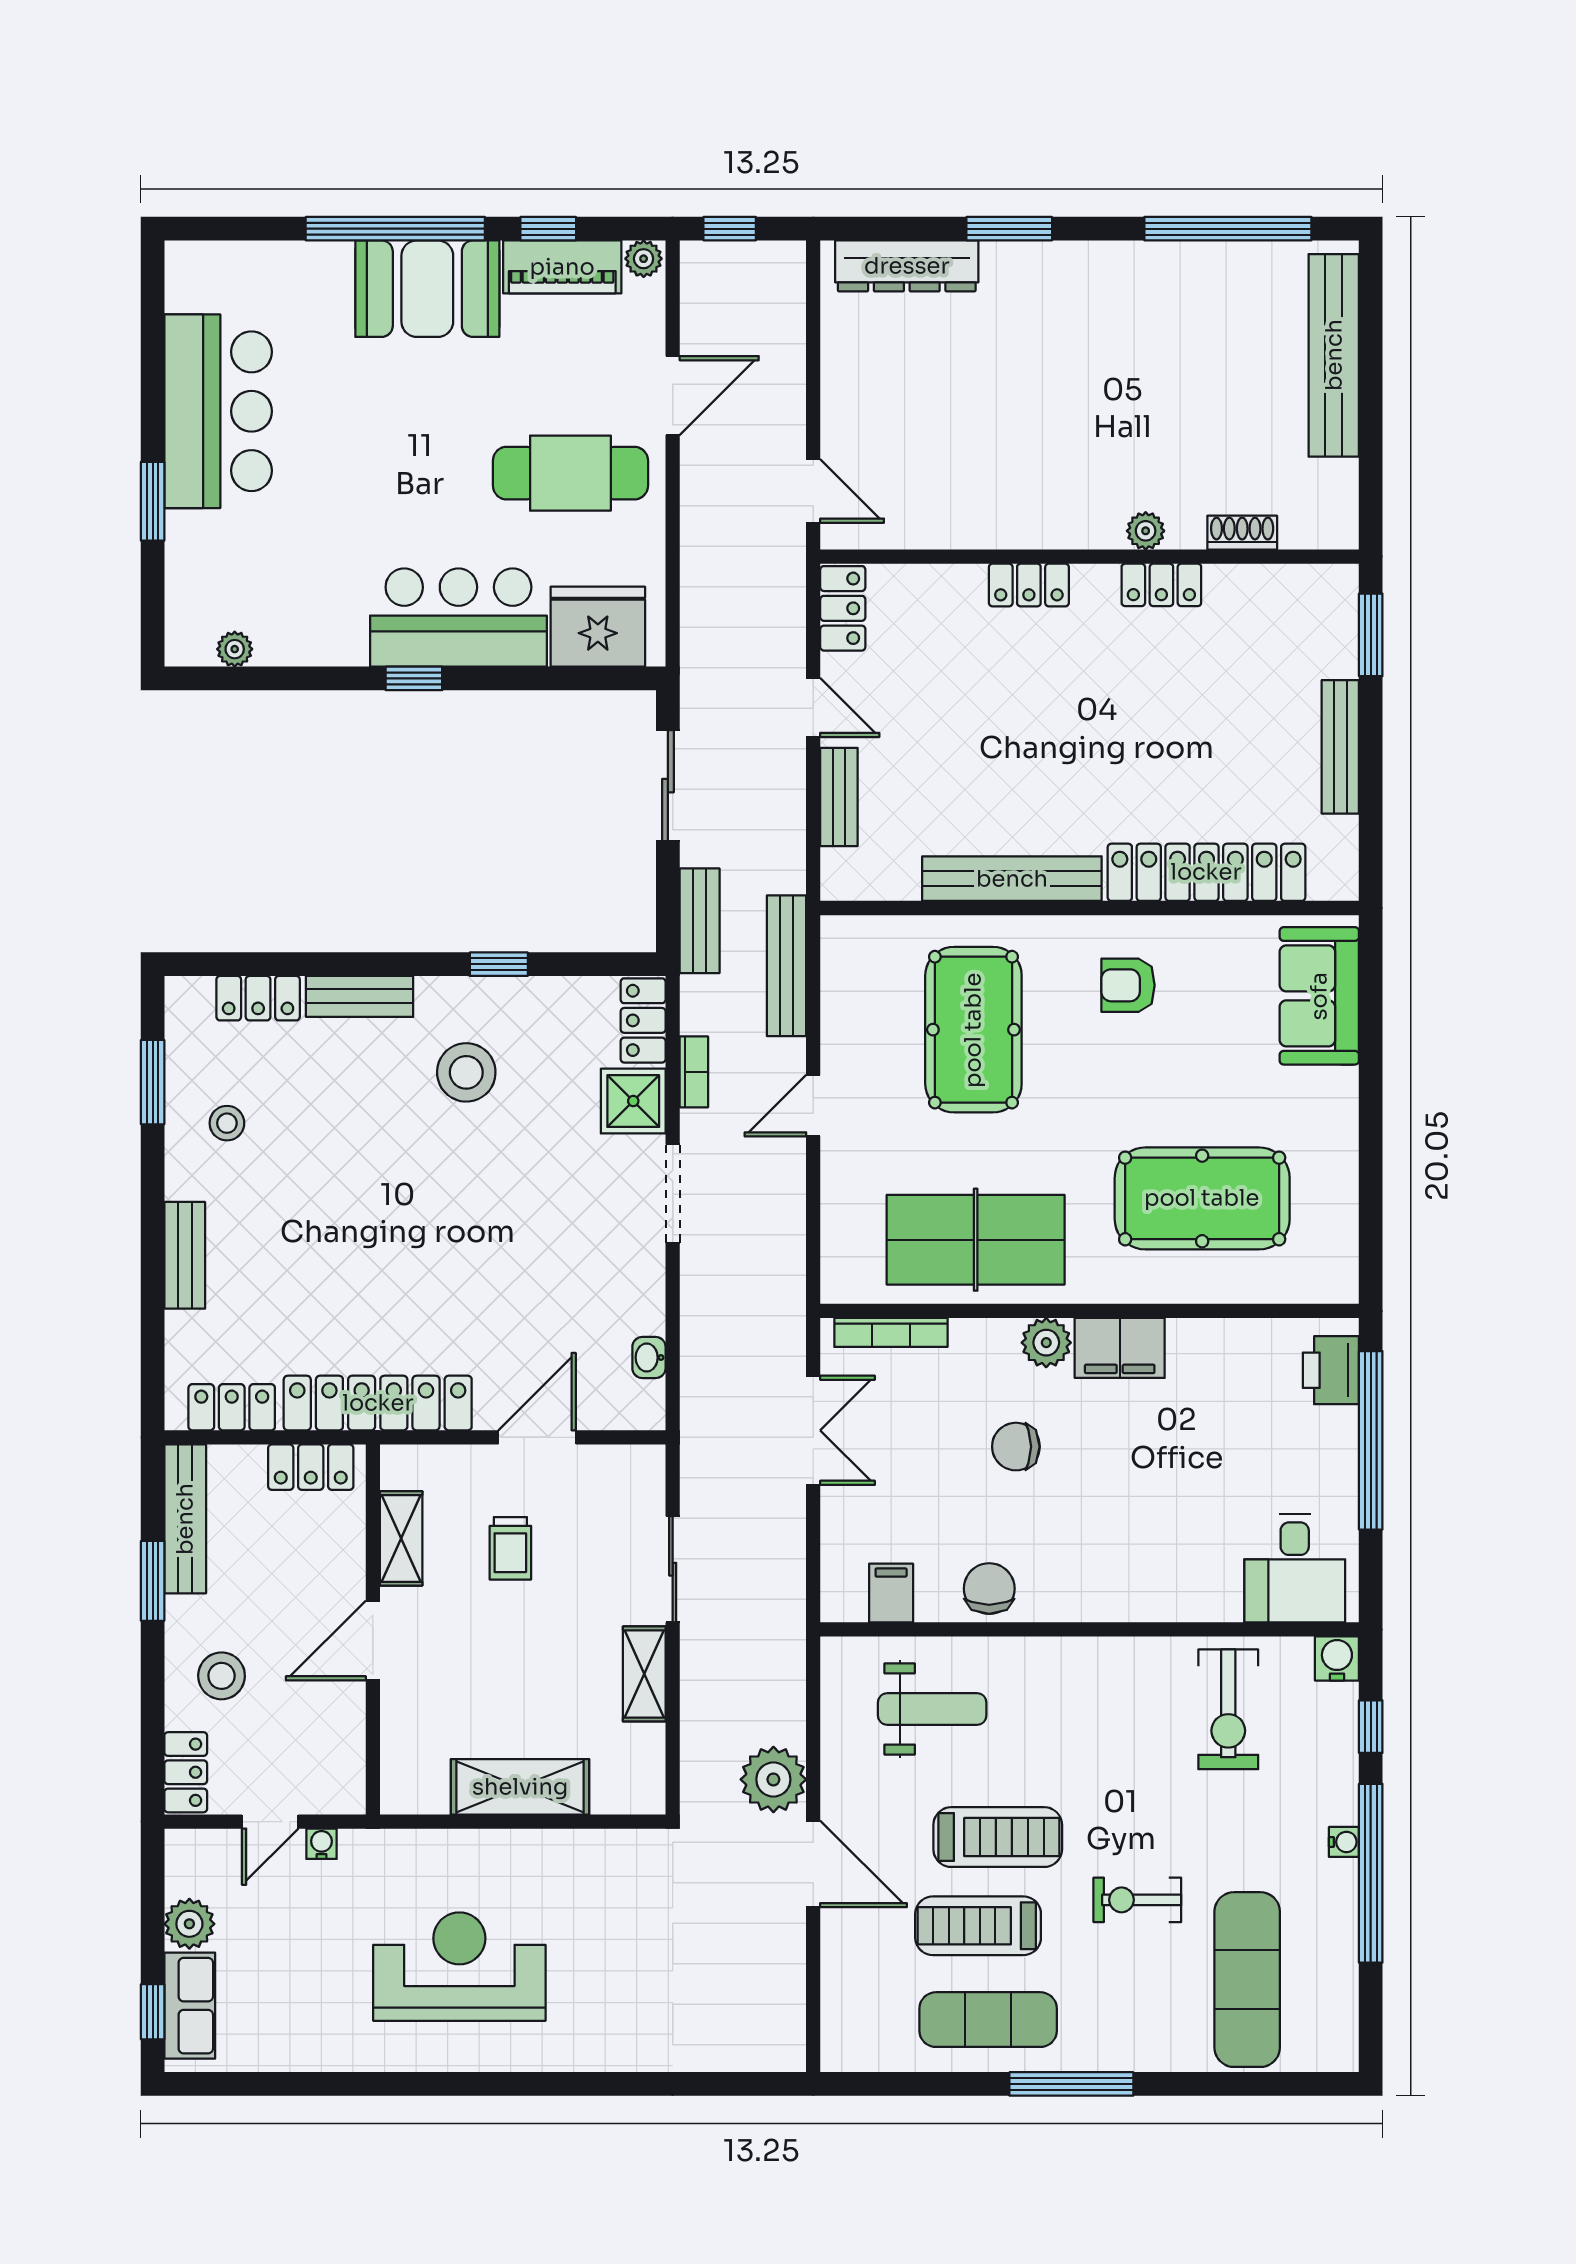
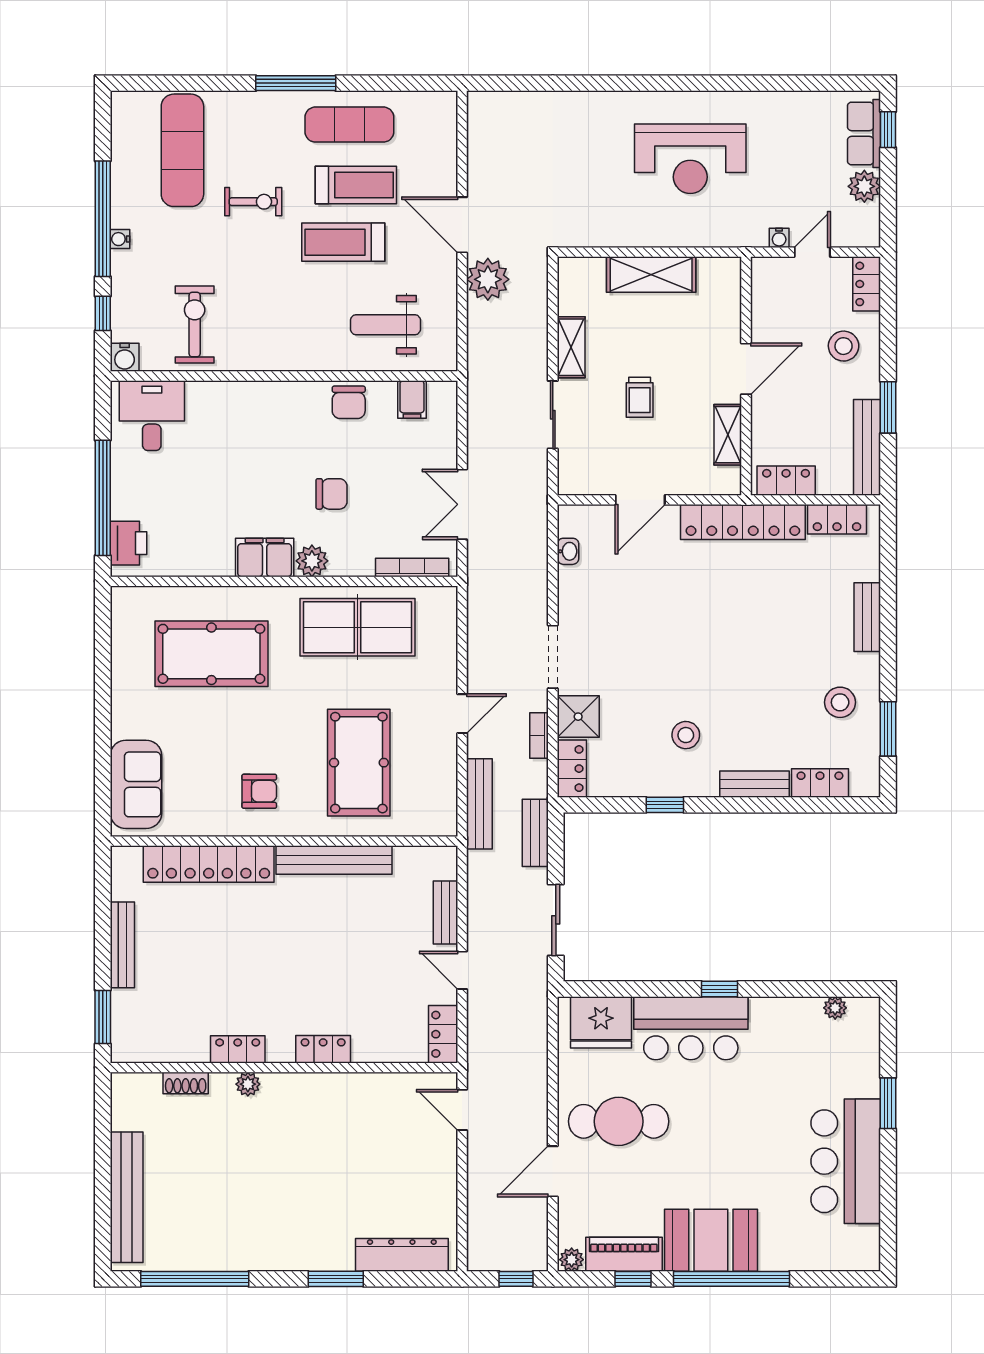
stool: (466, 1072) -> (686, 735), width x0.73, depth x0.73
stool: (227, 1123) -> (840, 702), width x1.37, depth x1.37
trolley: (510, 1548) -> (640, 397), moved, turned 180

